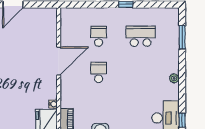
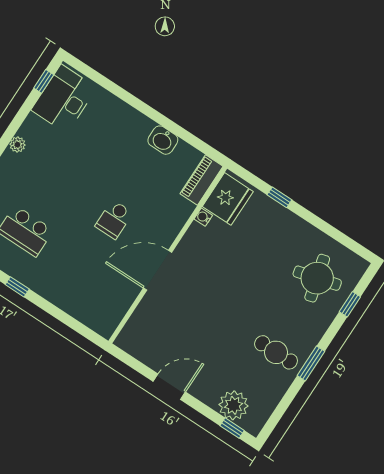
school desk: (99, 36) -> (82, 268), removed

